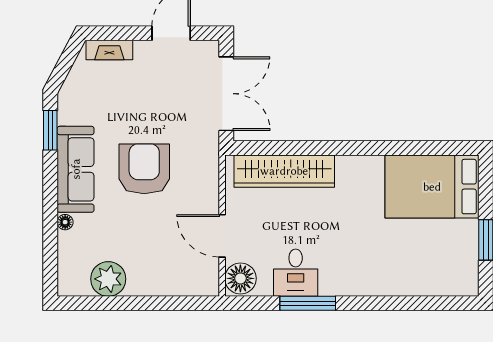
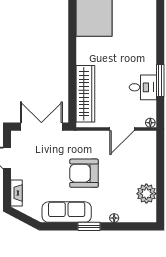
window: (50, 130) -> (89, 226), moved
sofa: (76, 169) -> (67, 212), moved
floor lamp: (240, 278) -> (150, 123), width x0.53, depth x0.53

